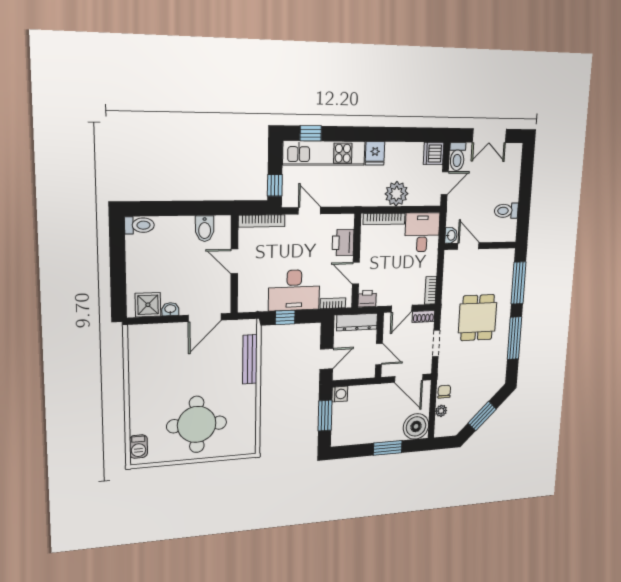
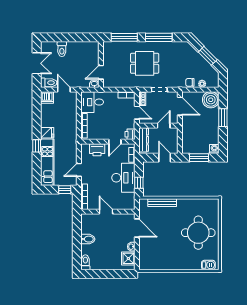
window: (311, 133) -> (37, 146), moved
plant: (396, 194) -> (70, 119), removed
toilet: (506, 211) -> (62, 49), moved
bidet: (205, 229) -> (88, 239), moved
door: (234, 261) -> (106, 212), swing flipped
door: (409, 378) -> (180, 106), hinge flipped
washing machine: (340, 394) -> (214, 149), moved

